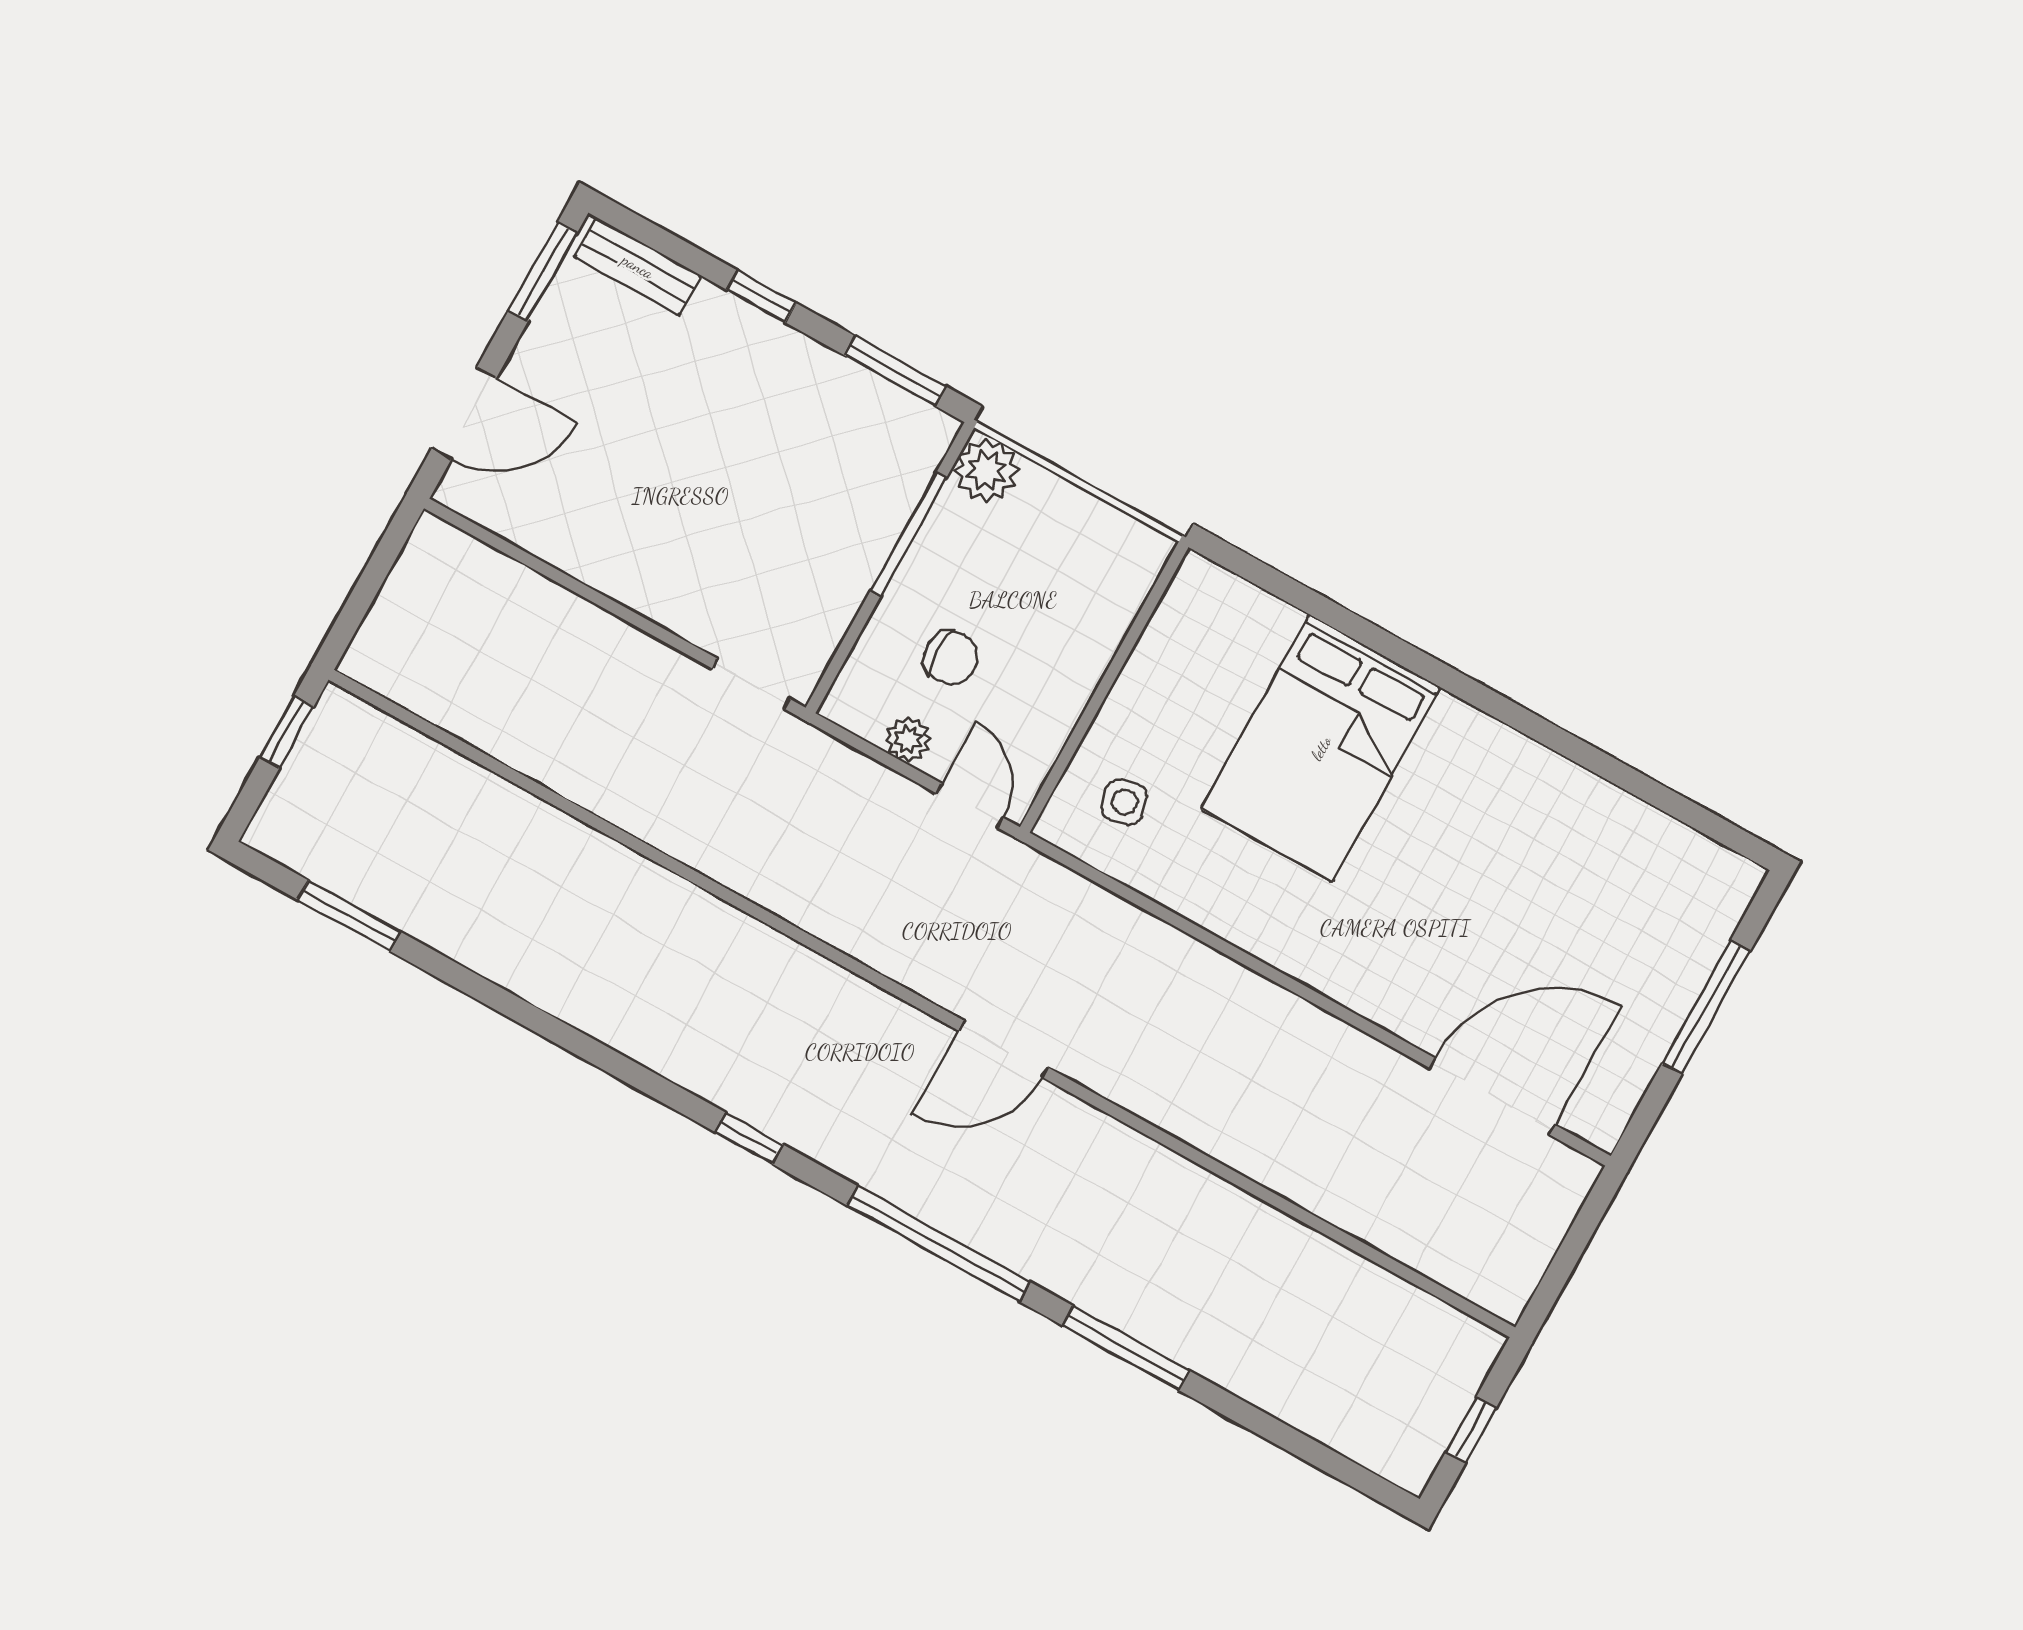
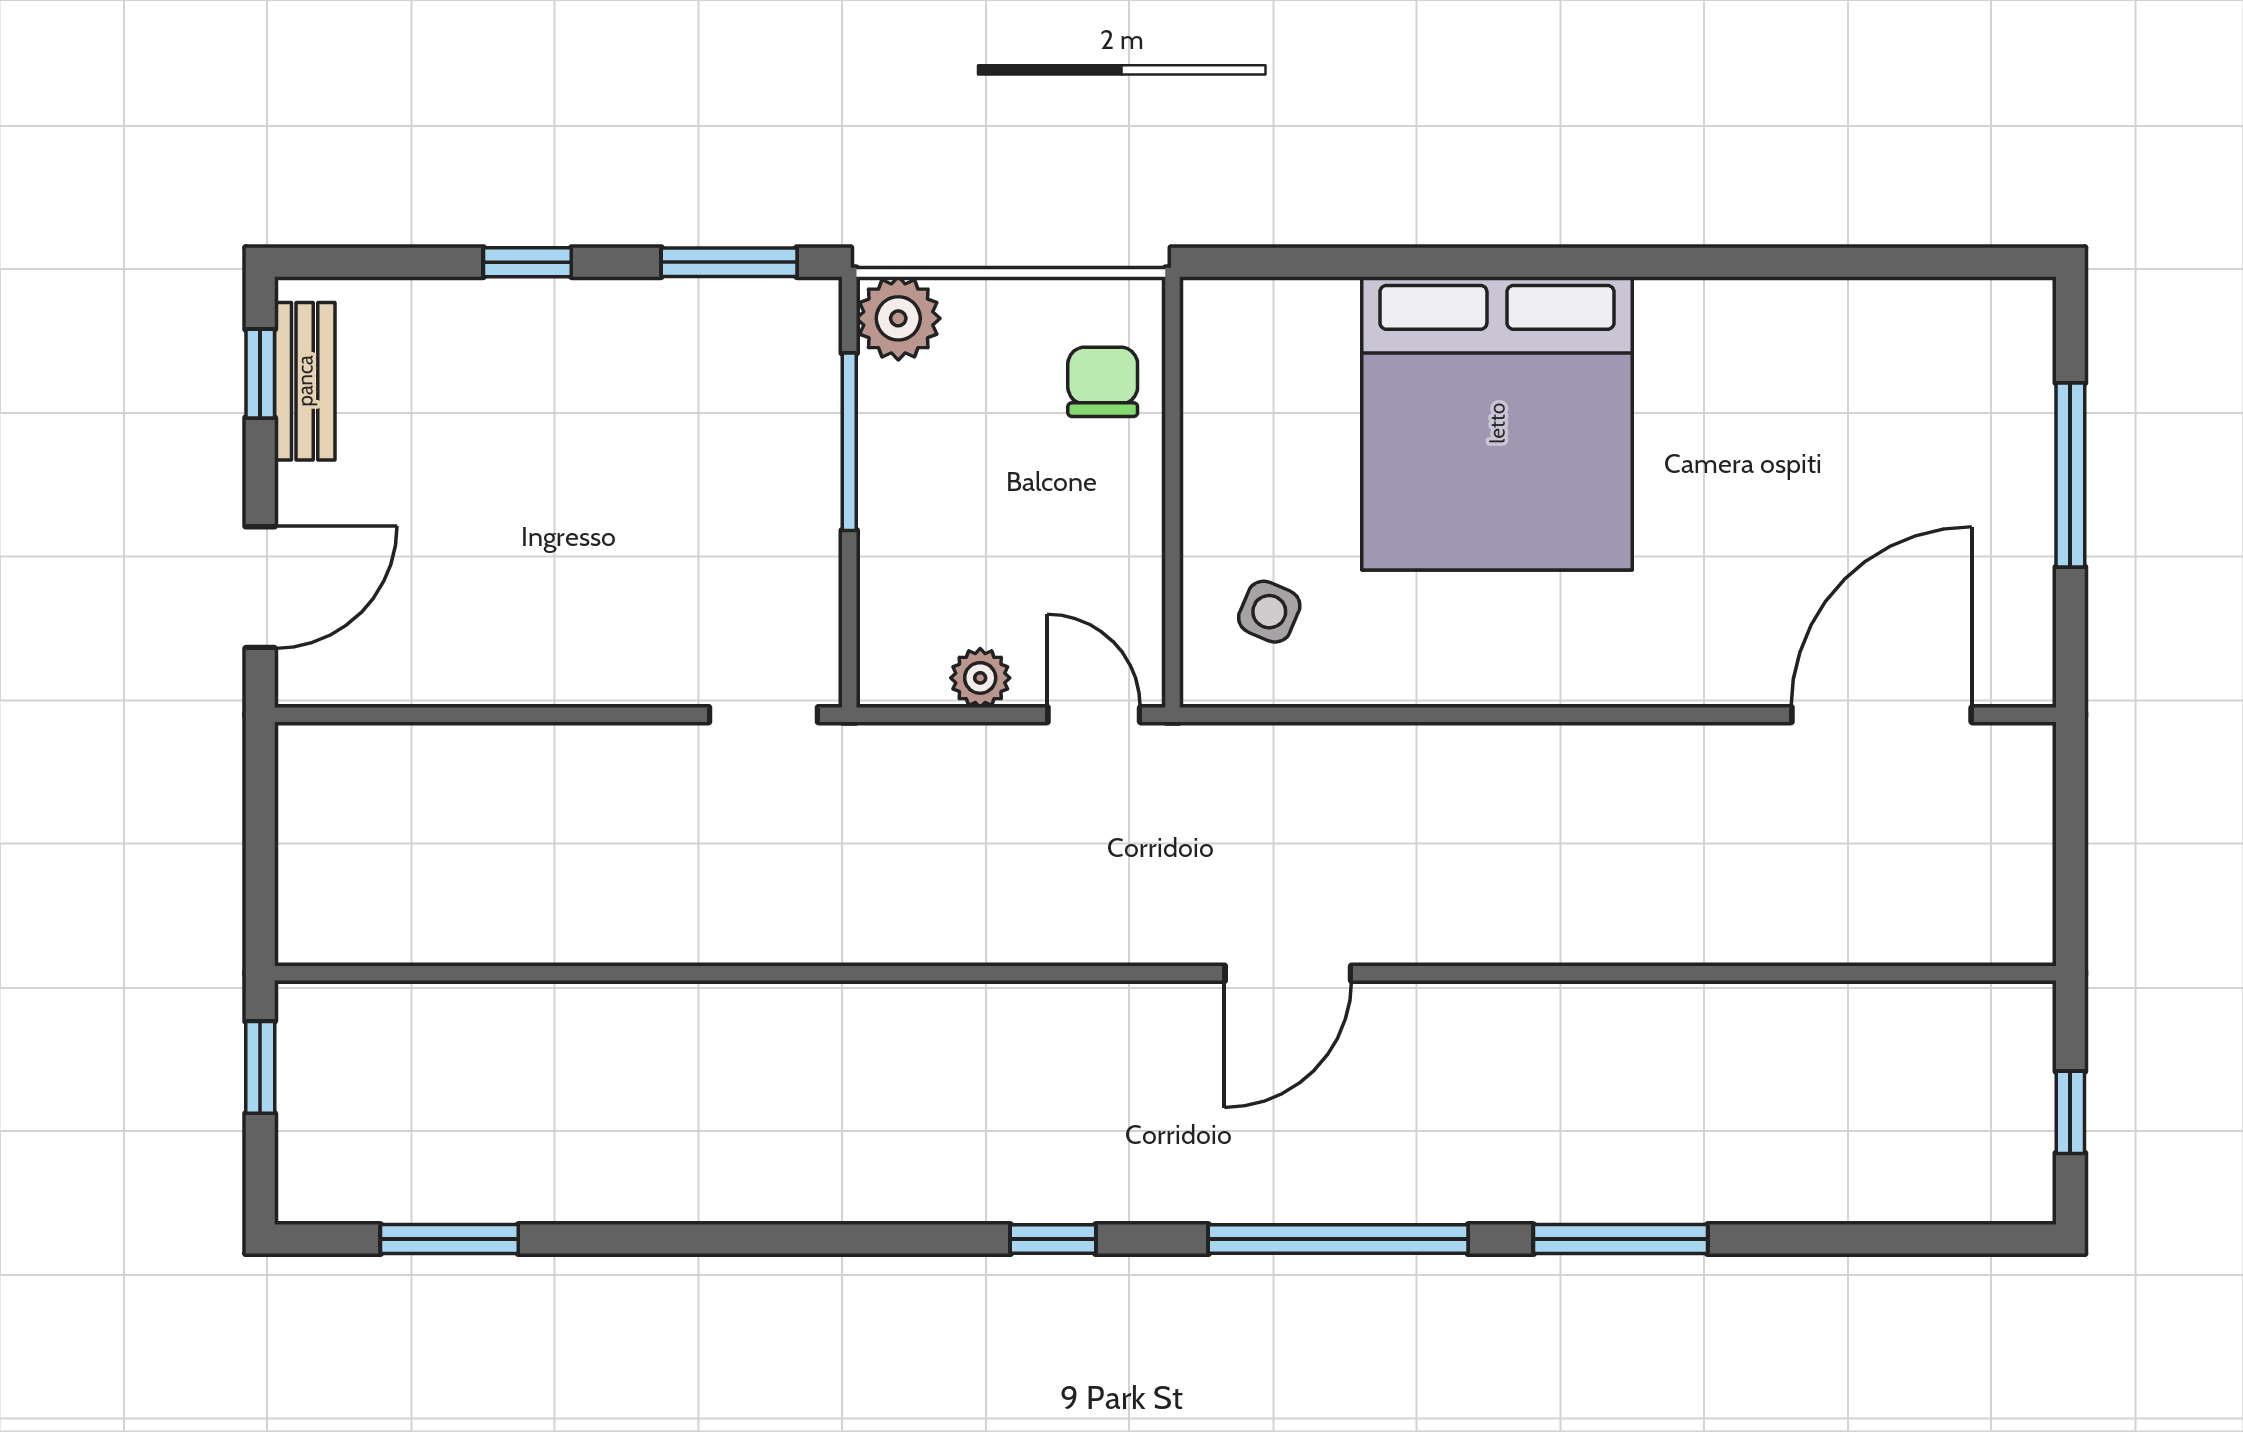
bench: (638, 266) -> (305, 381), moved, turned 90
window: (543, 272) -> (260, 374), width x0.67
chair: (951, 658) -> (1103, 382), moved, turned -90
bed: (1321, 748) -> (1497, 423), width x1.36
side table: (1124, 802) -> (1269, 612), turned 36

